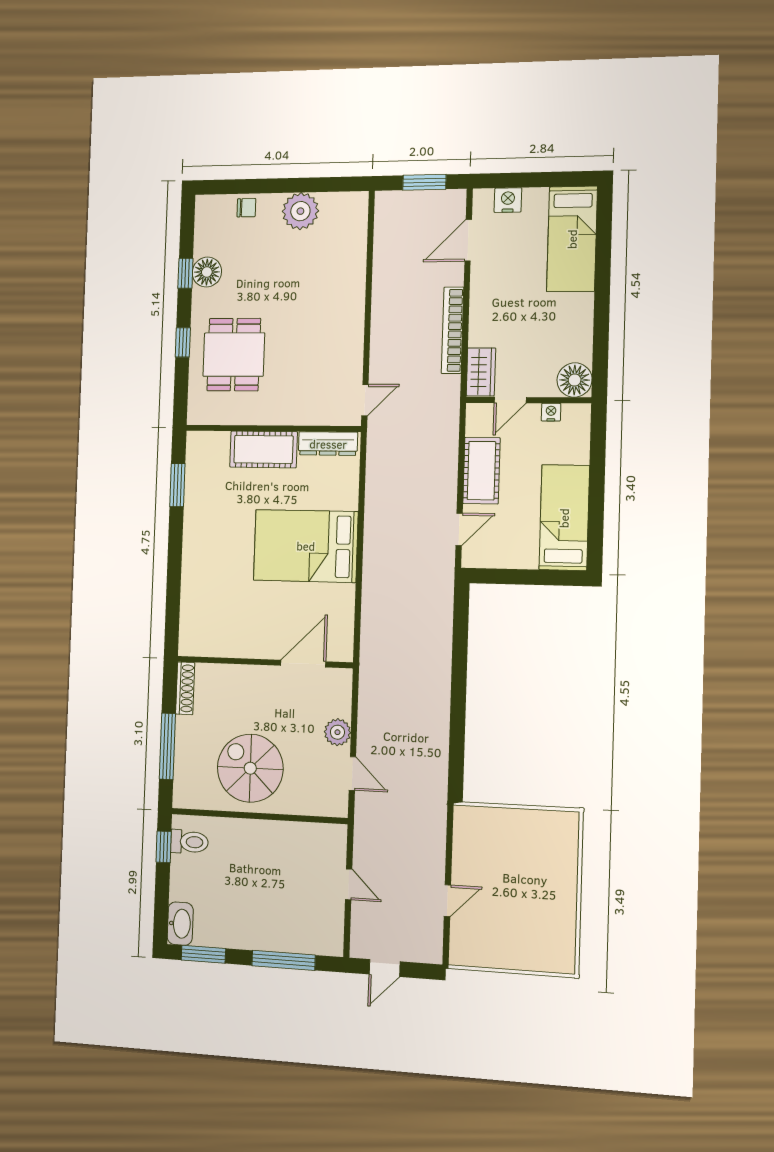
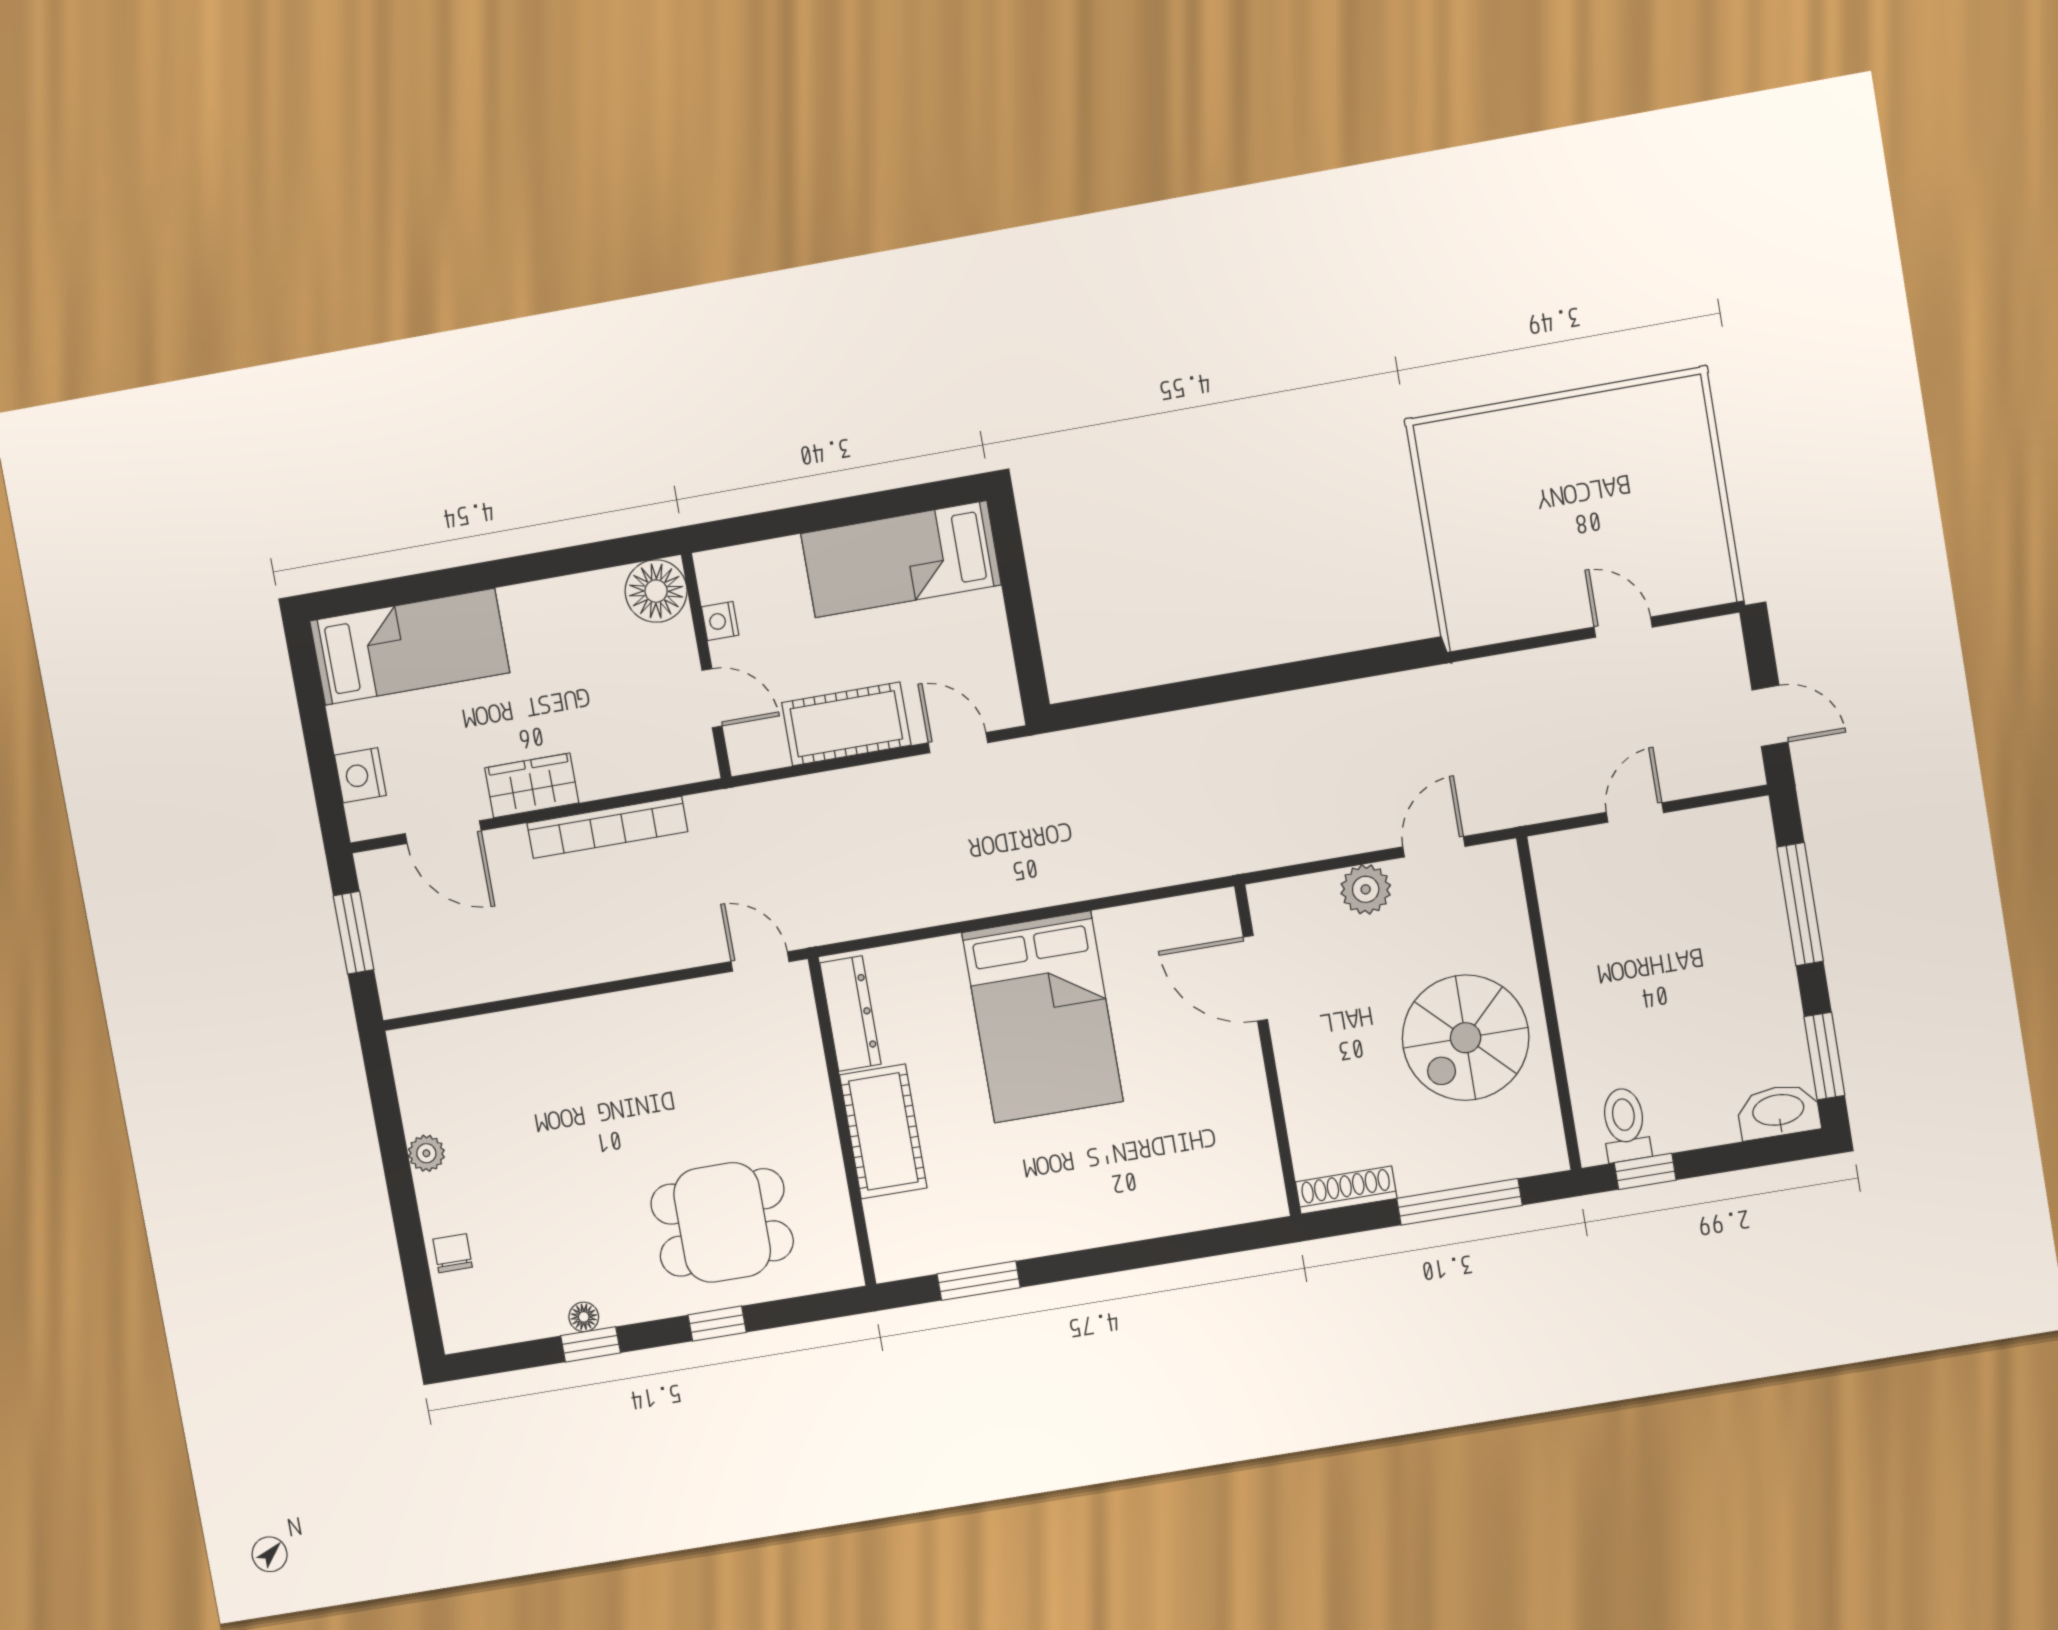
plant: (300, 211) -> (426, 1153), width x0.53, depth x0.53
floor lamp: (207, 272) -> (584, 1317), width x0.53, depth x0.53
wardrobe: (481, 372) -> (532, 785), moved

